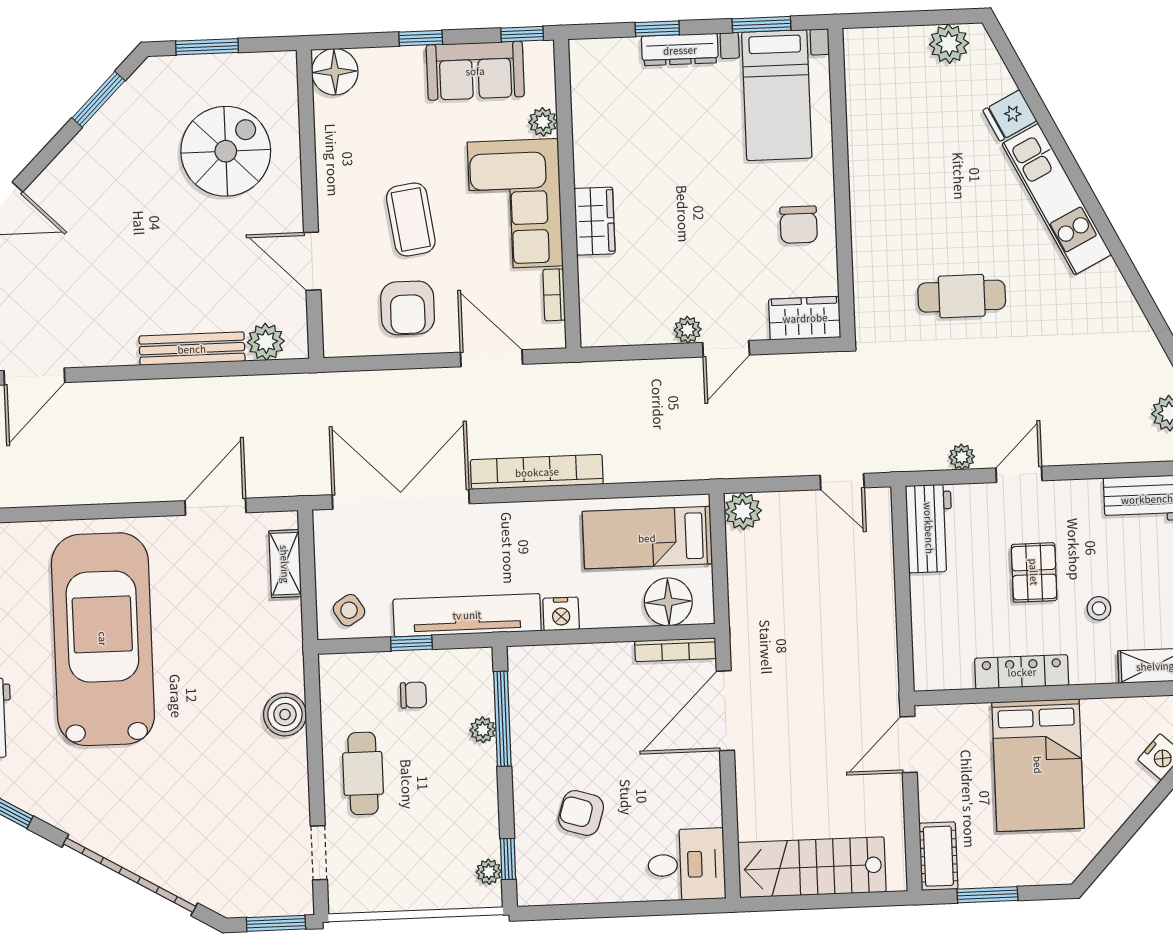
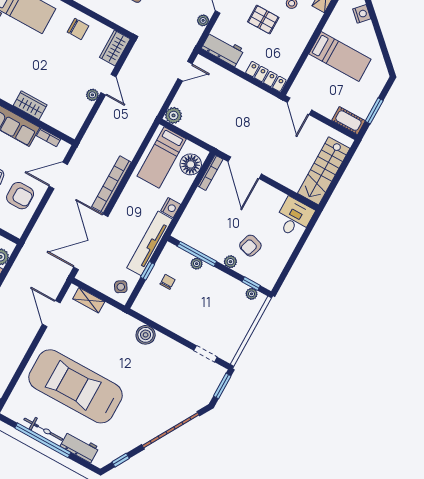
locker: (1022, 672) -> (266, 76), moved, turned 90
bed: (1038, 765) -> (340, 57), width x0.67
cafe table: (363, 773) -> (186, 319), removed
plant: (526, 793) -> (230, 262), added

